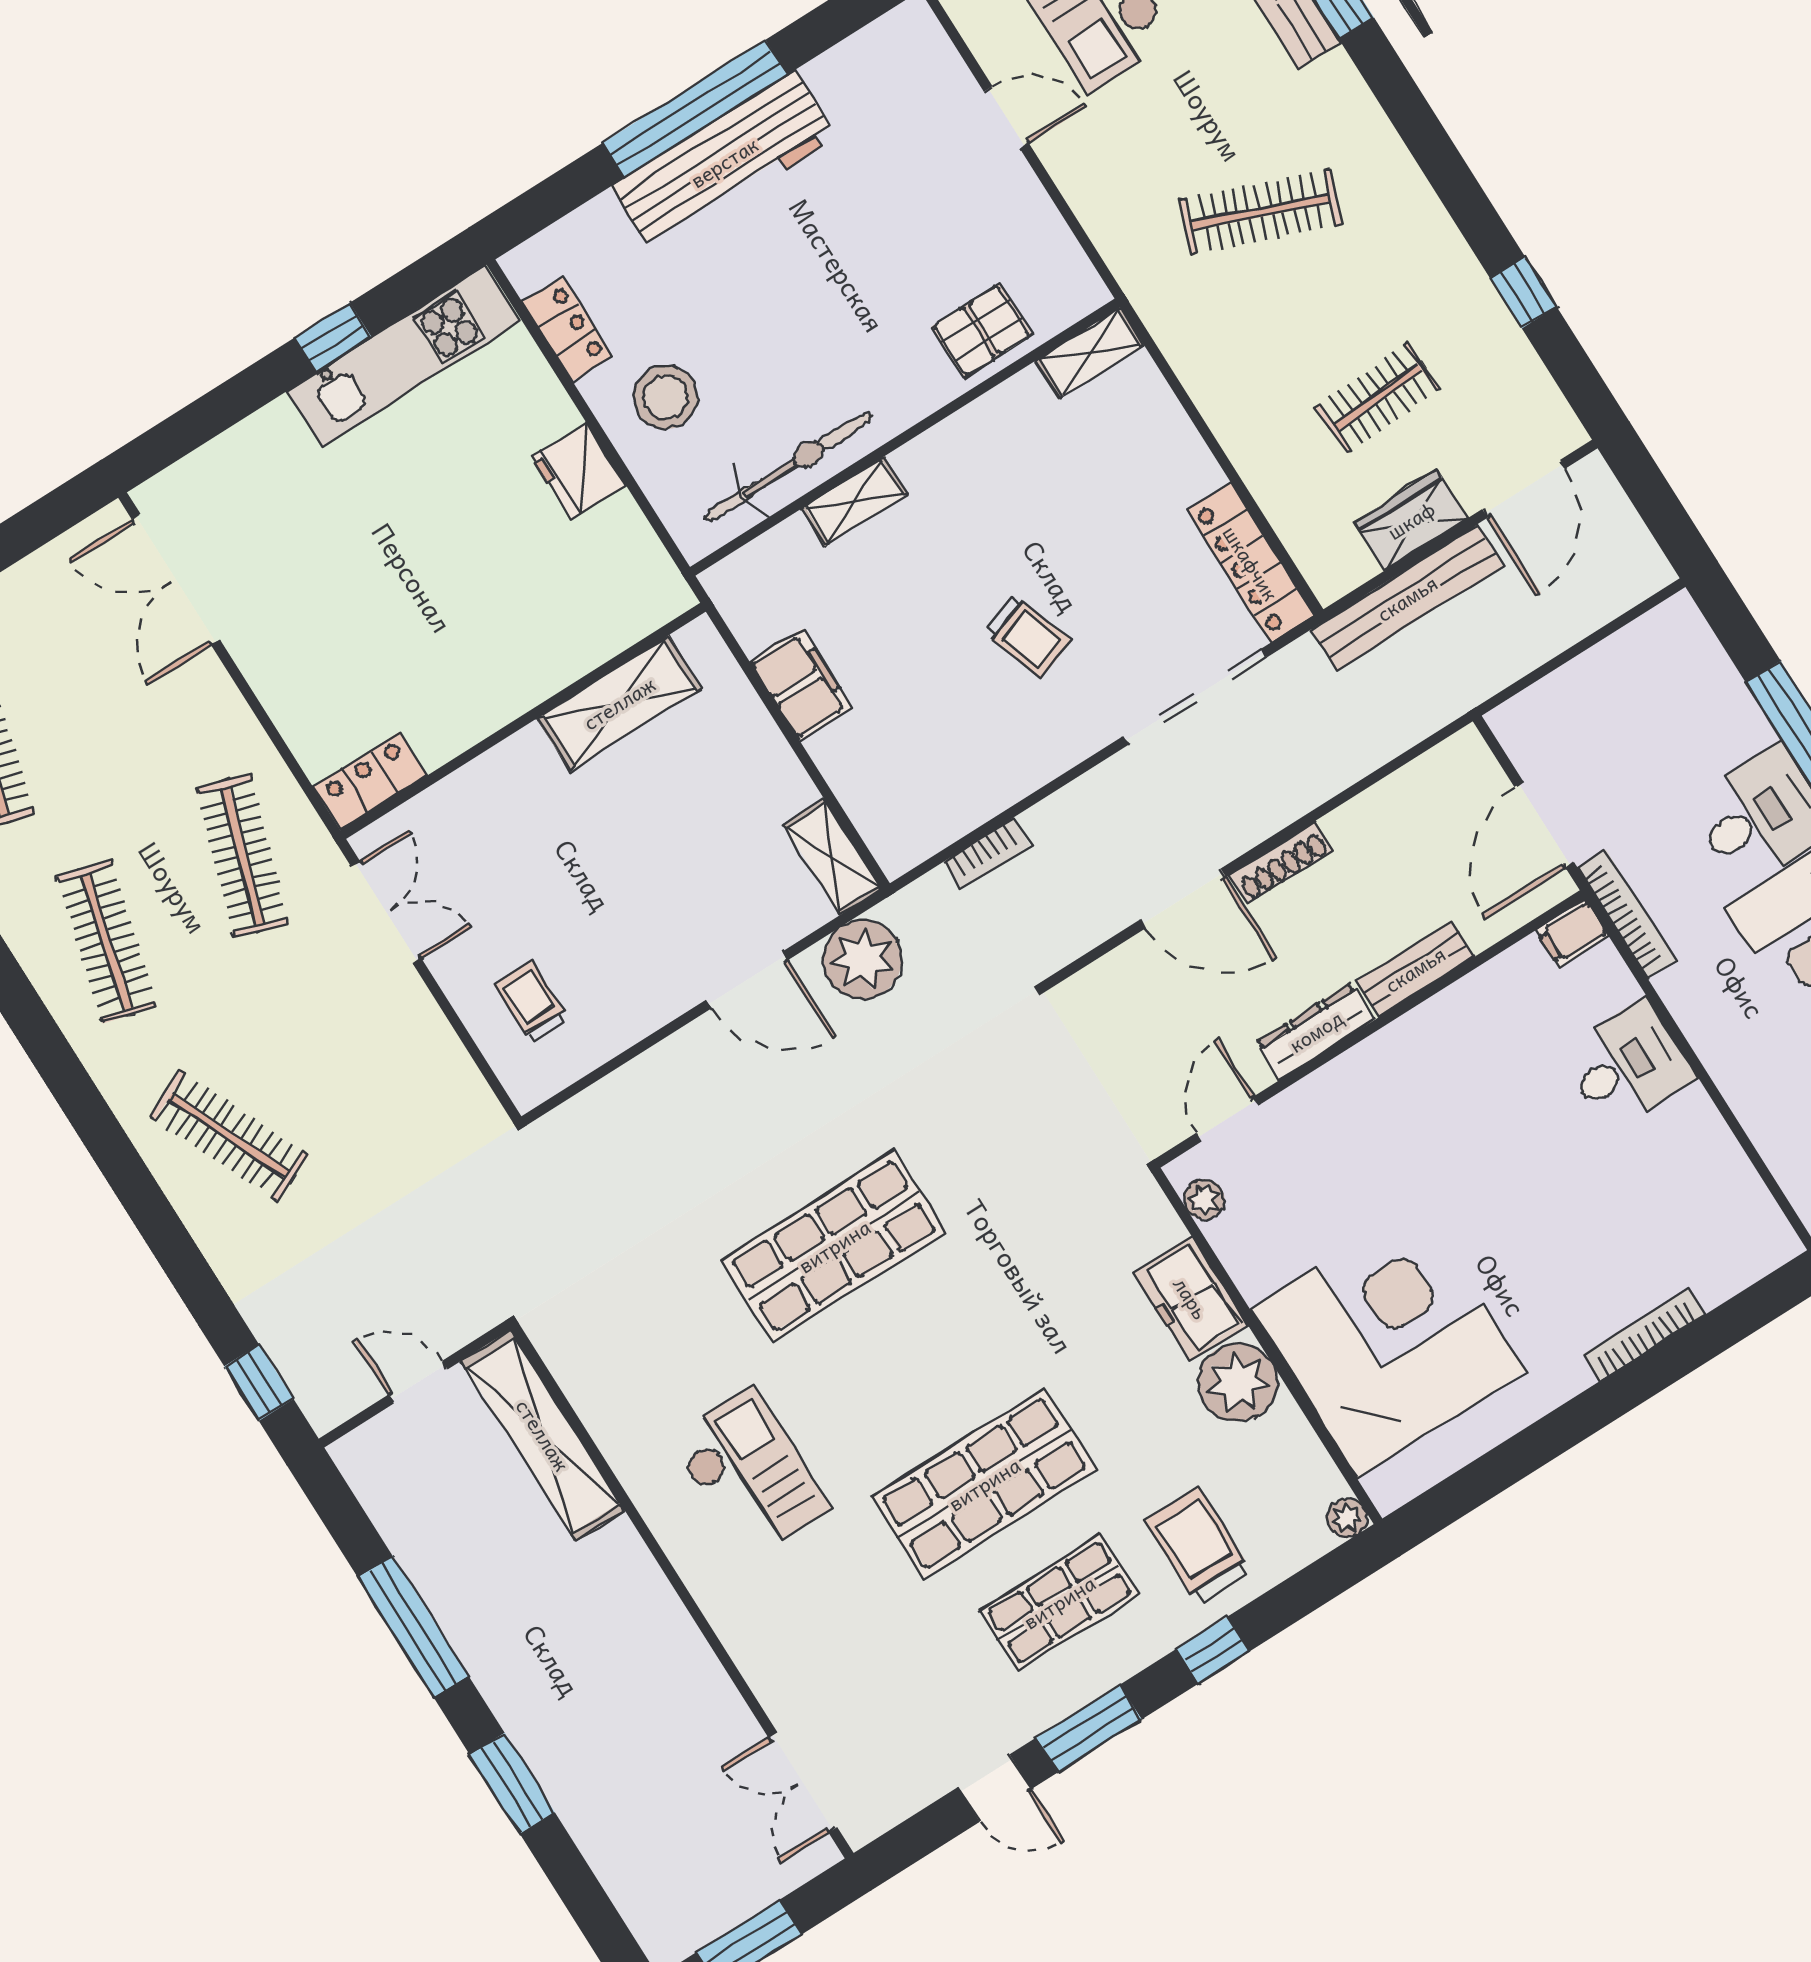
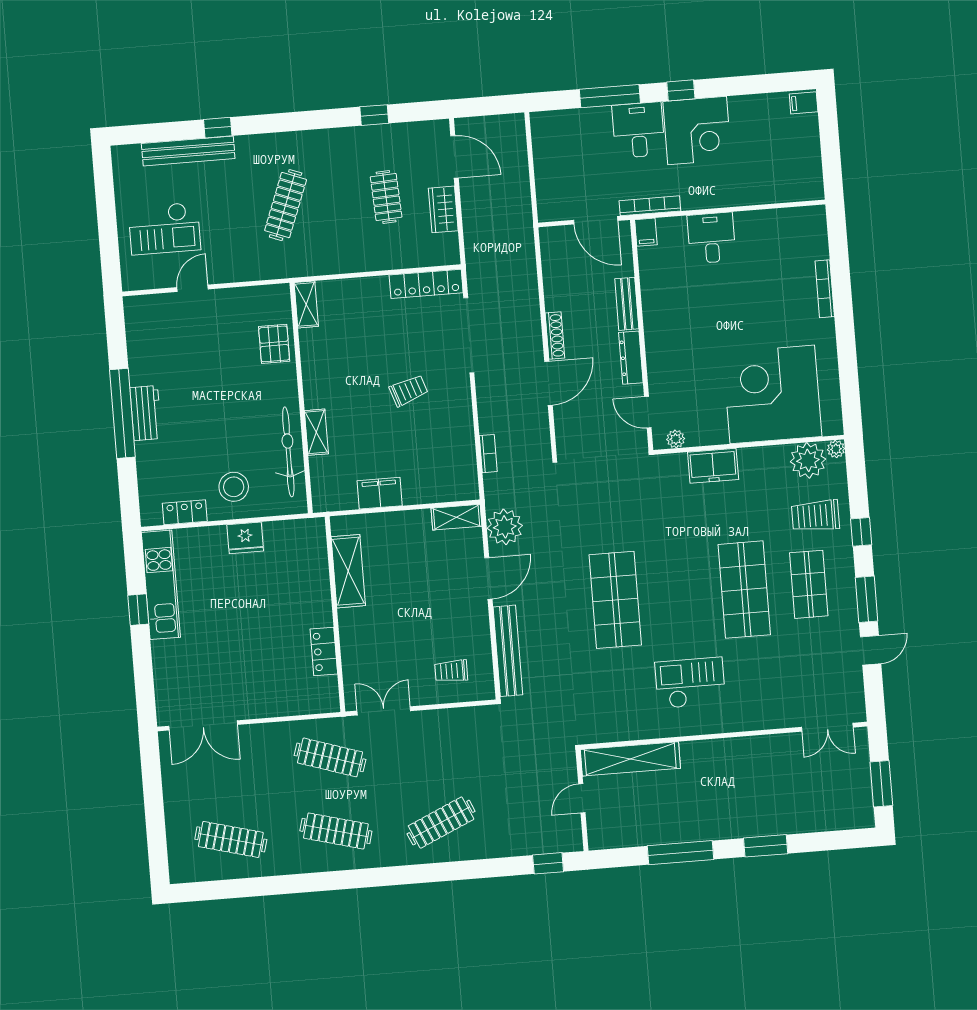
workbench: (724, 162) -> (146, 413), width x0.53, depth x0.76
bench: (1407, 598) -> (508, 651), moved
locker: (370, 781) -> (324, 652), moved
plant: (1238, 1382) -> (808, 460), moved

